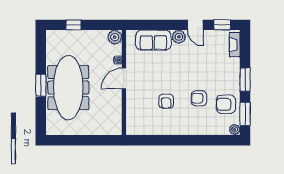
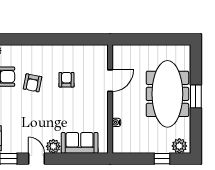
plant: (115, 37) -> (179, 146), moved
door: (124, 78) -> (110, 81), moved
armchair: (199, 98) -> (32, 83), turned 101

